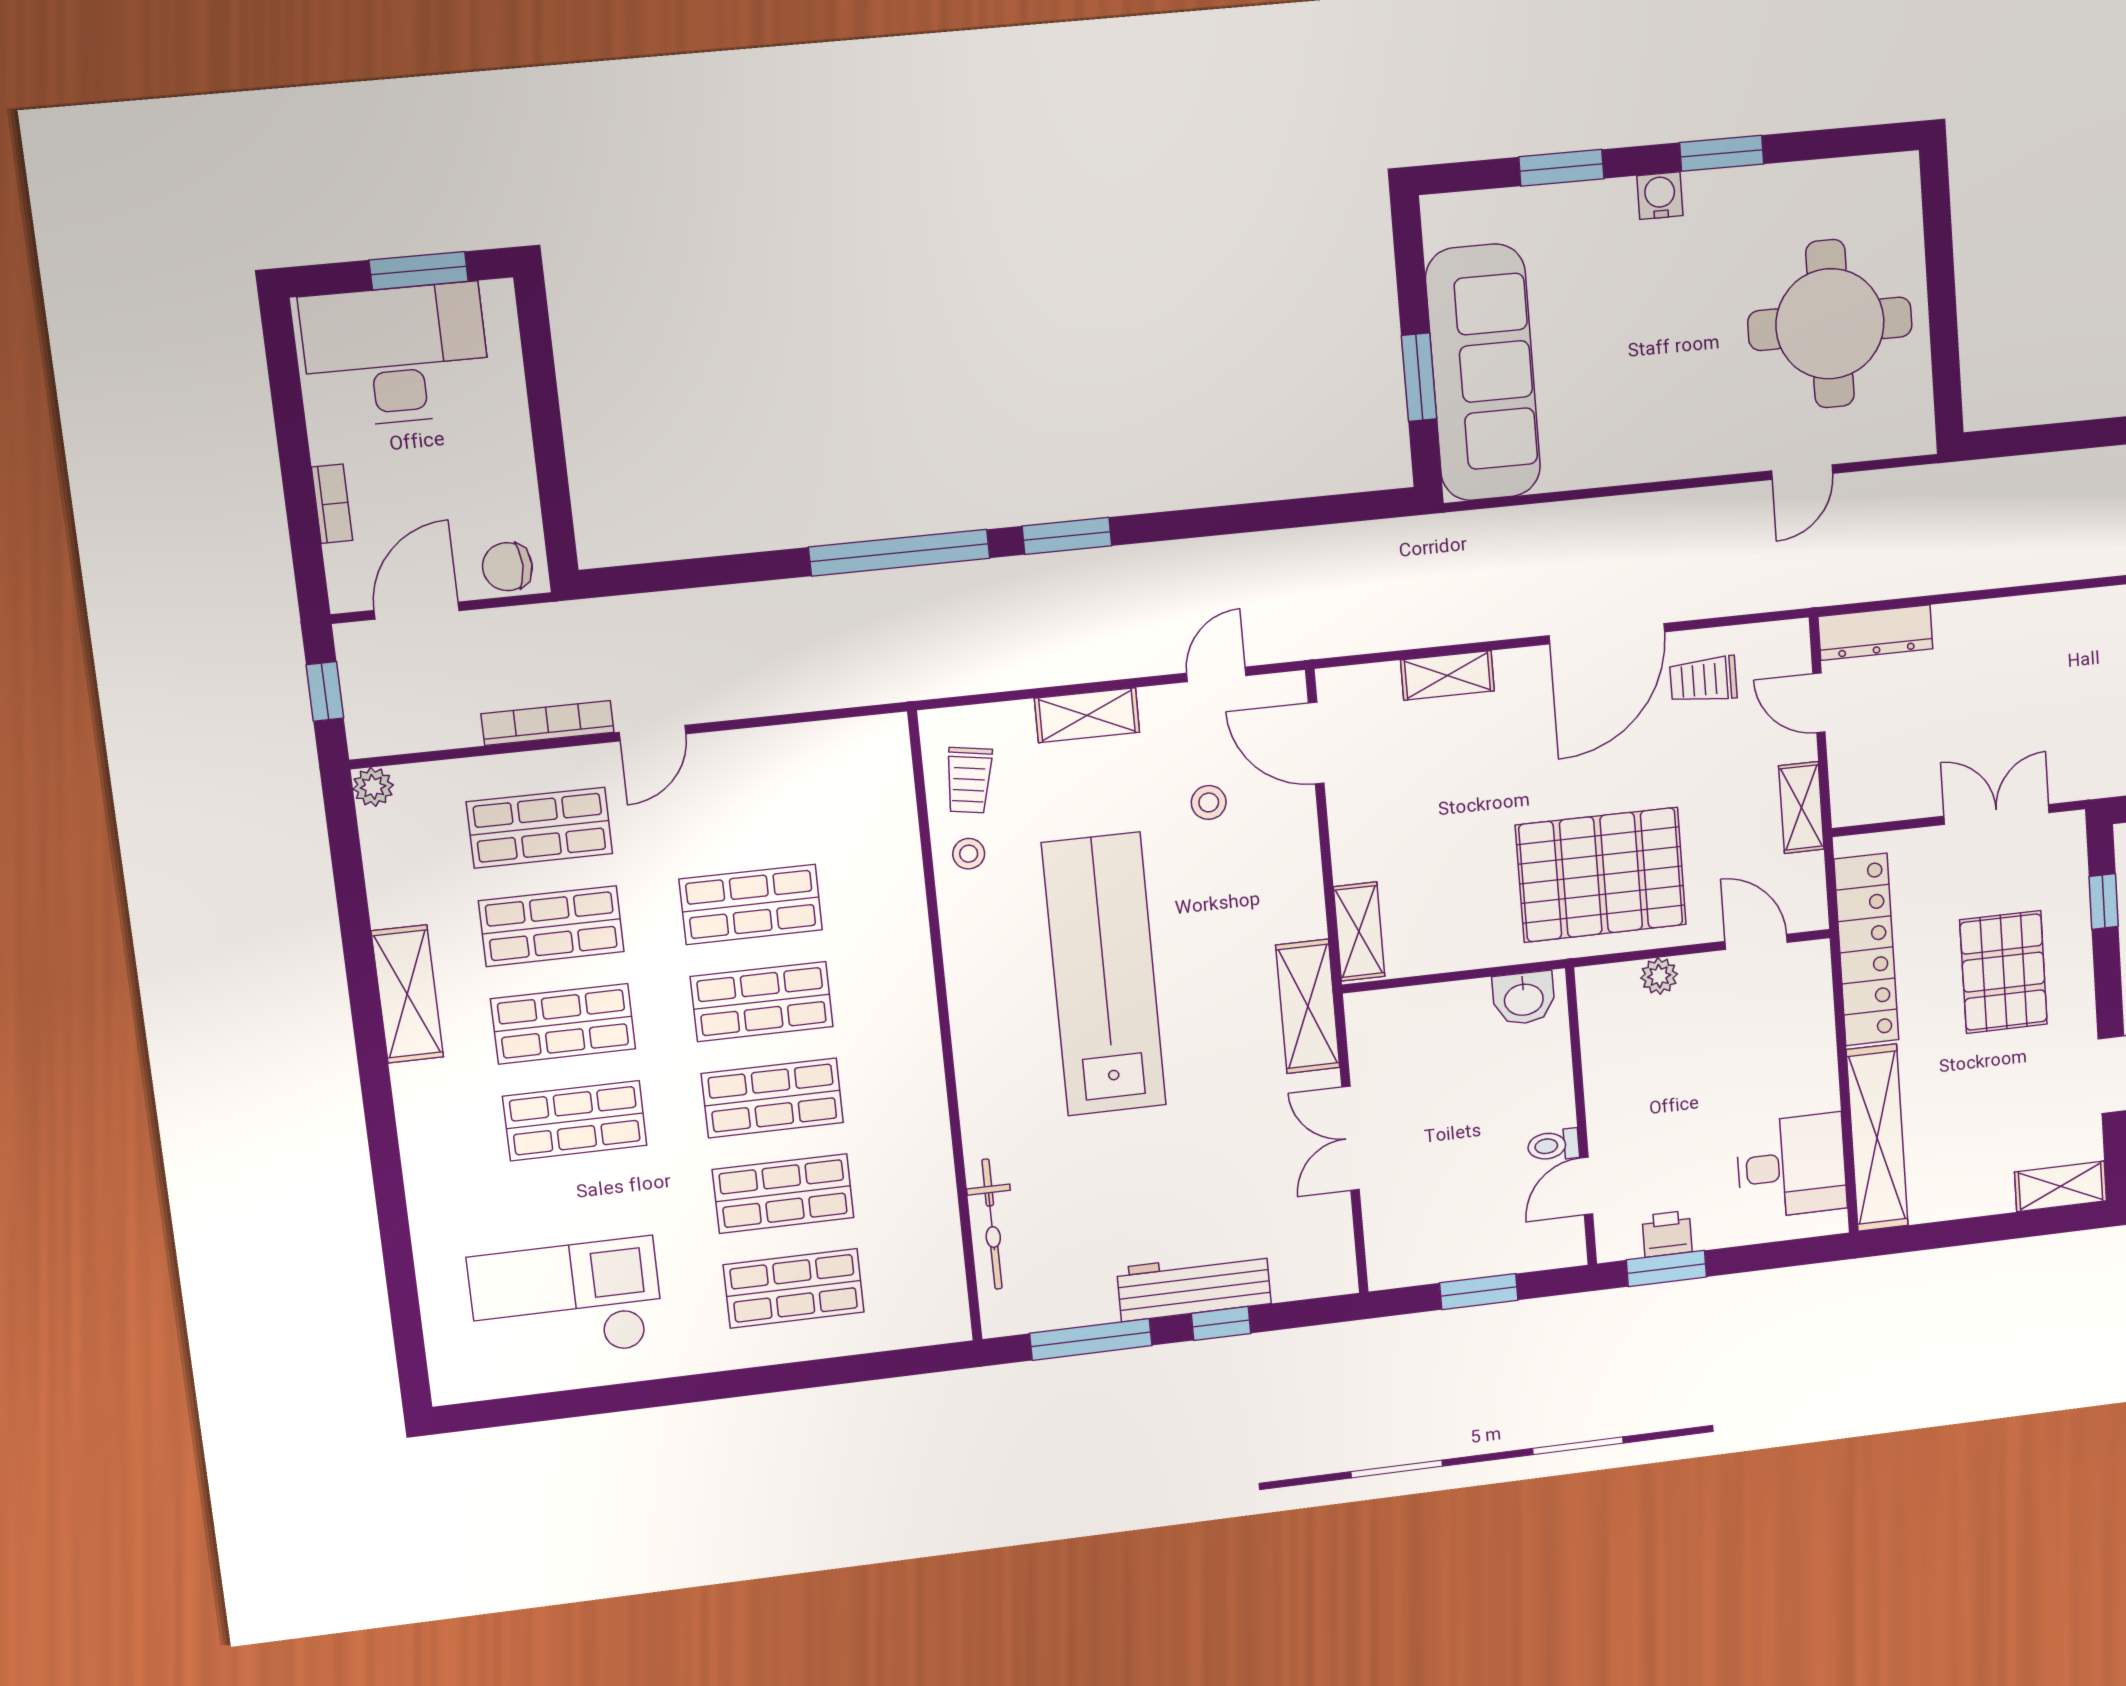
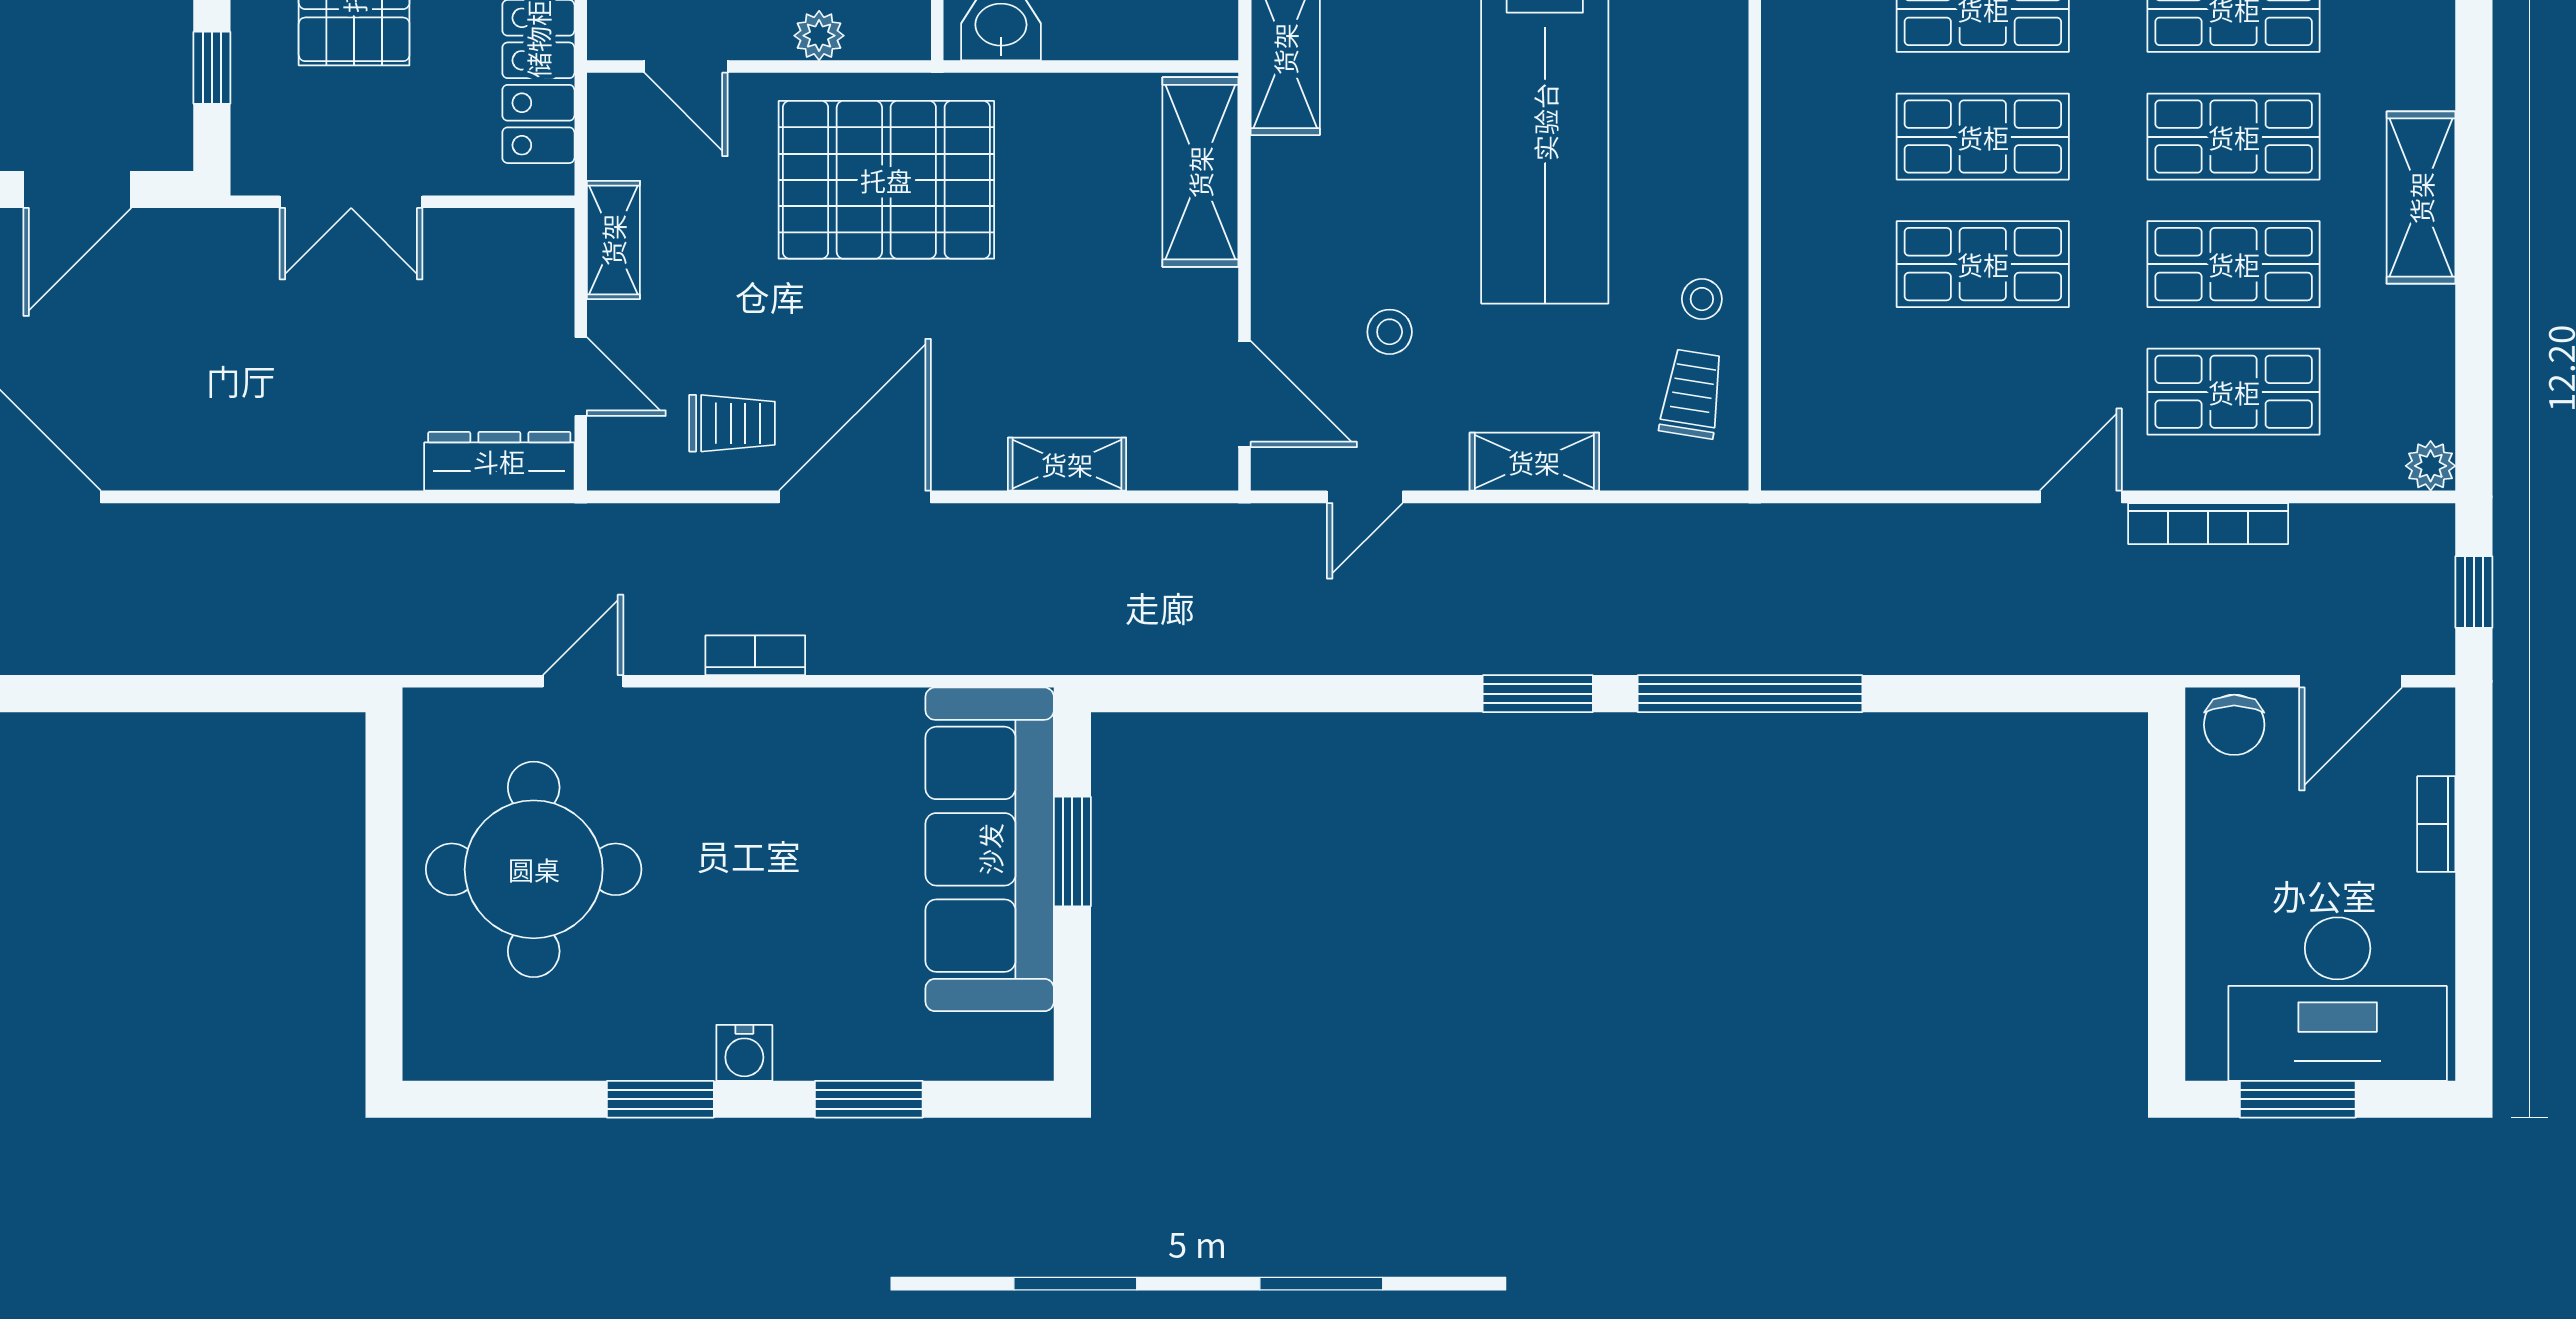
bookcase: (1673, 505) -> (755, 655), added
chair: (507, 567) -> (2234, 725), turned 90
shelving: (1359, 932) -> (1200, 172), width x1.50, depth x1.33

